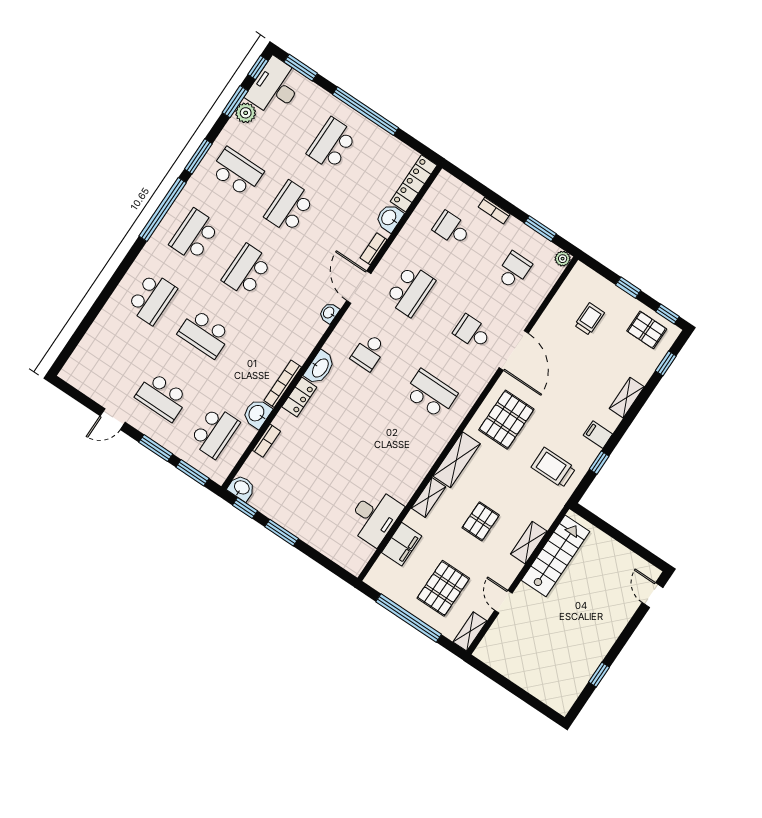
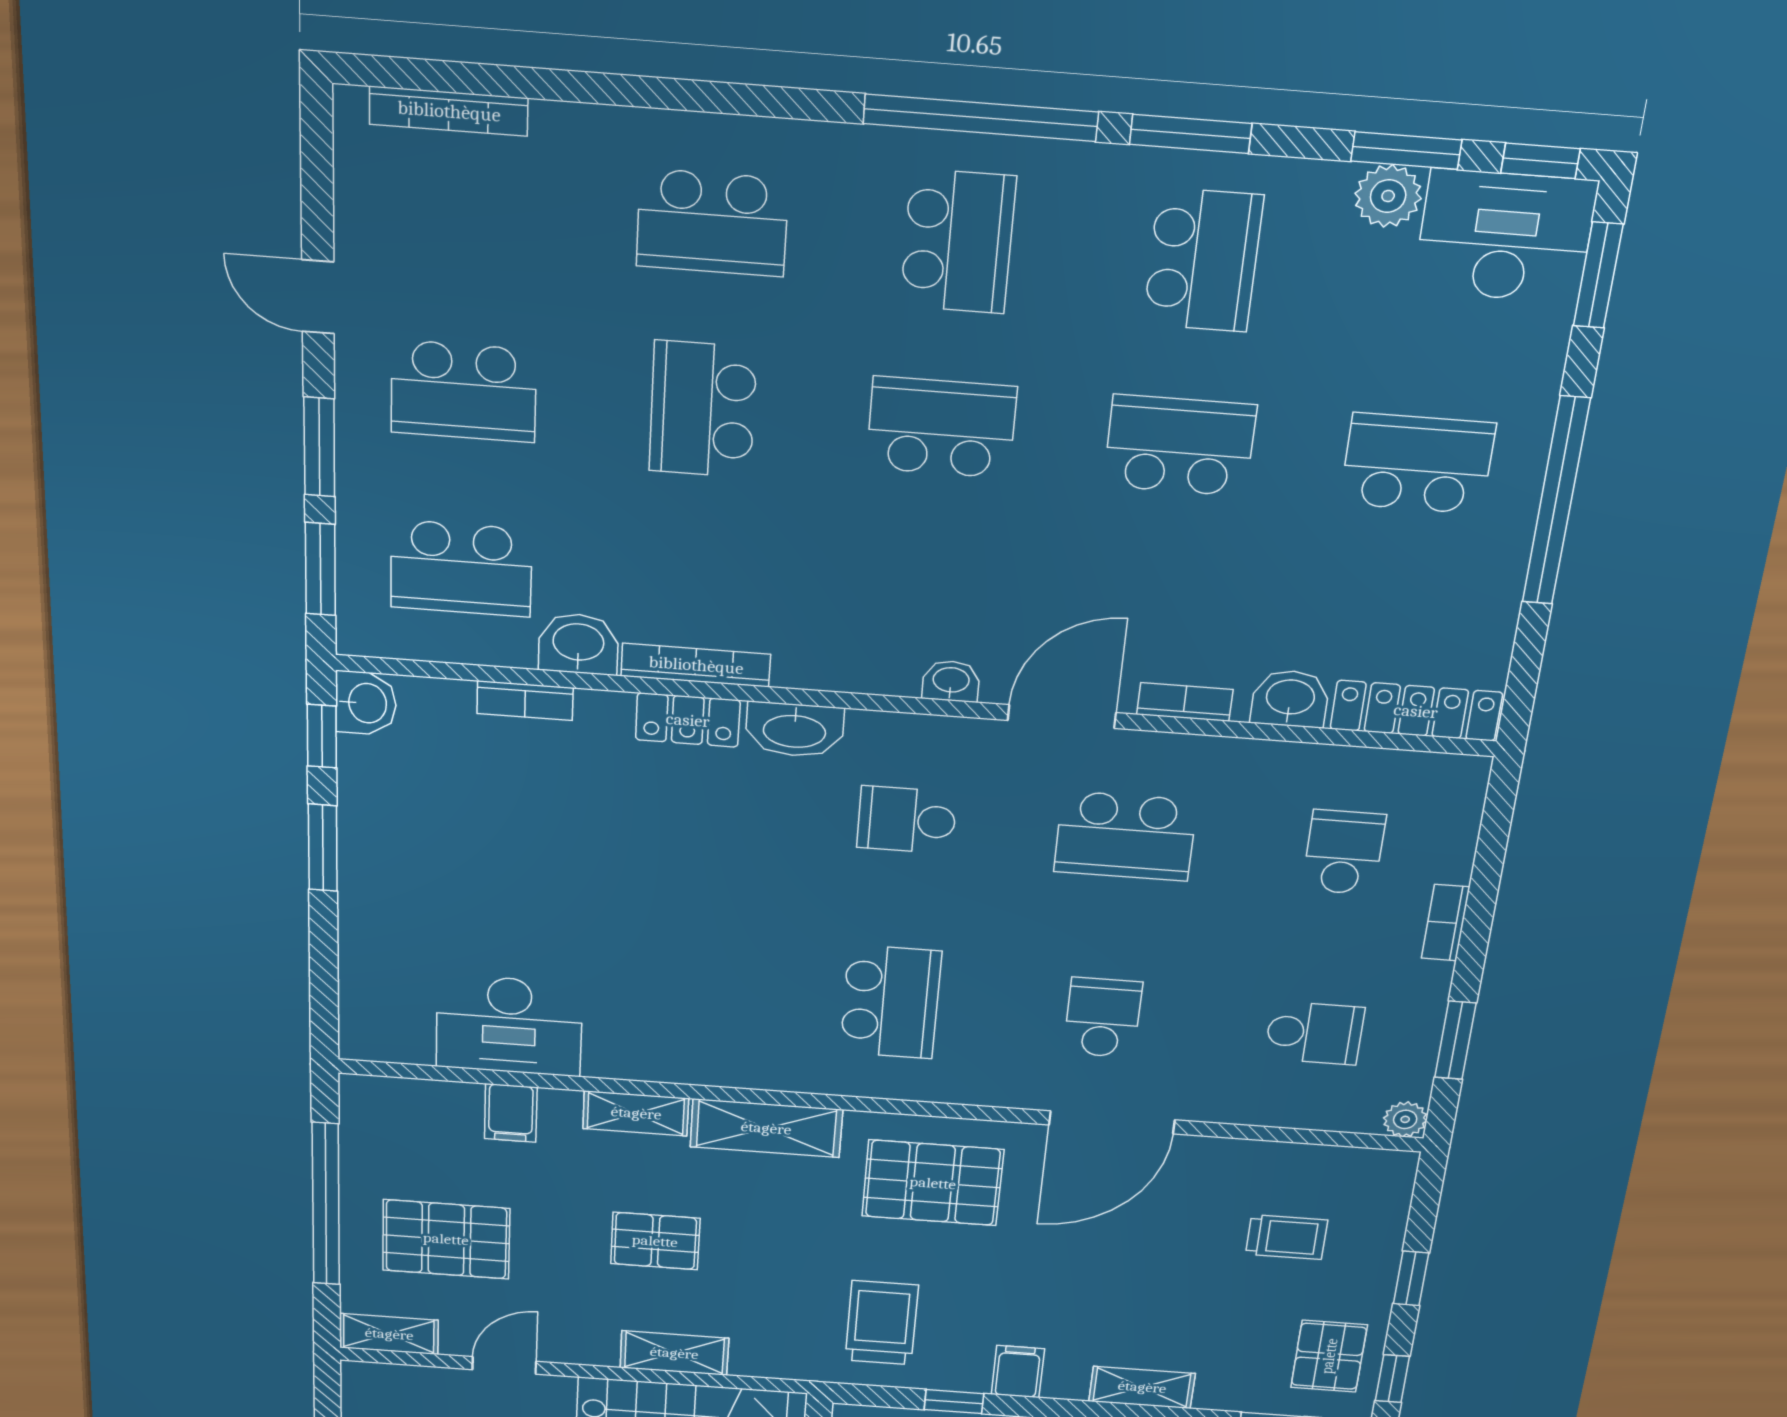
school desk: (194, 235) -> (958, 241), turned 90
bookcase: (82, 350) -> (449, 111), added
school desk: (162, 397) -> (464, 391), turned -90
filing cabinet: (402, 544) -> (511, 1113), width x0.50

